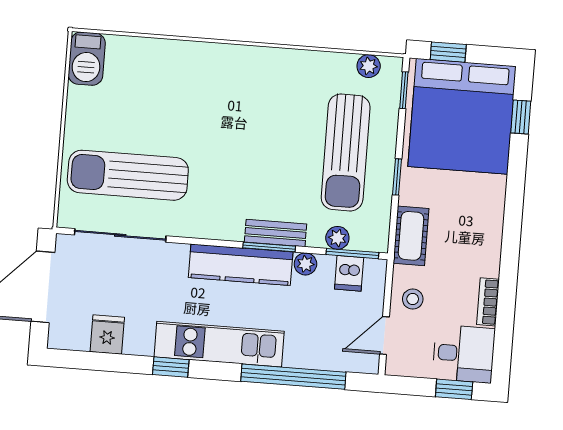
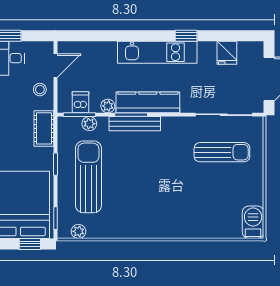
sun lounger: (128, 175) -> (222, 152), width x0.73, depth x0.75
bench: (276, 233) -> (135, 124), width x1.36
window: (293, 377) -> (110, 36), removed

